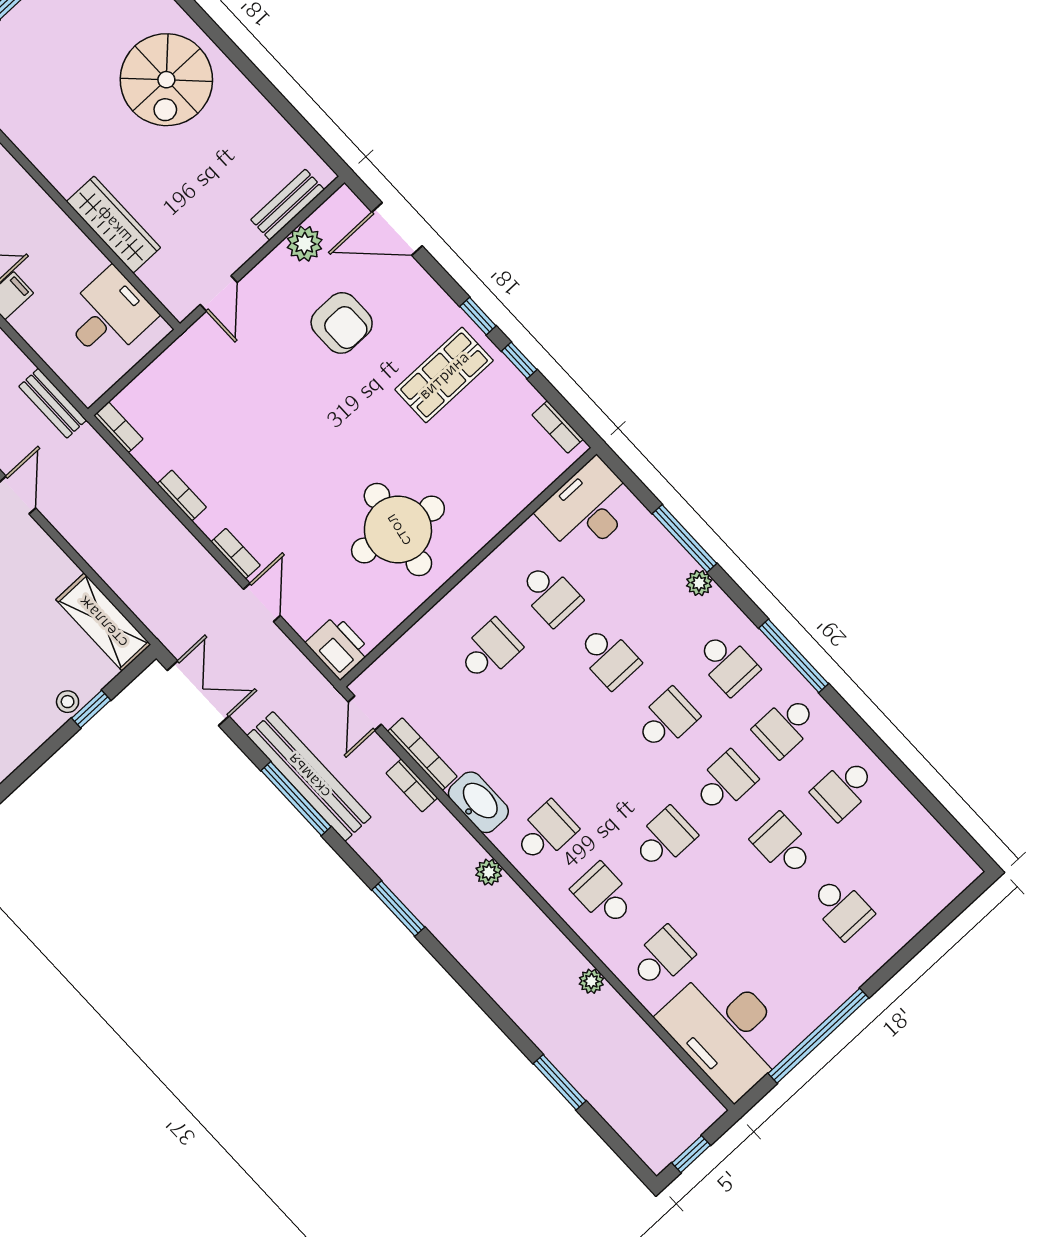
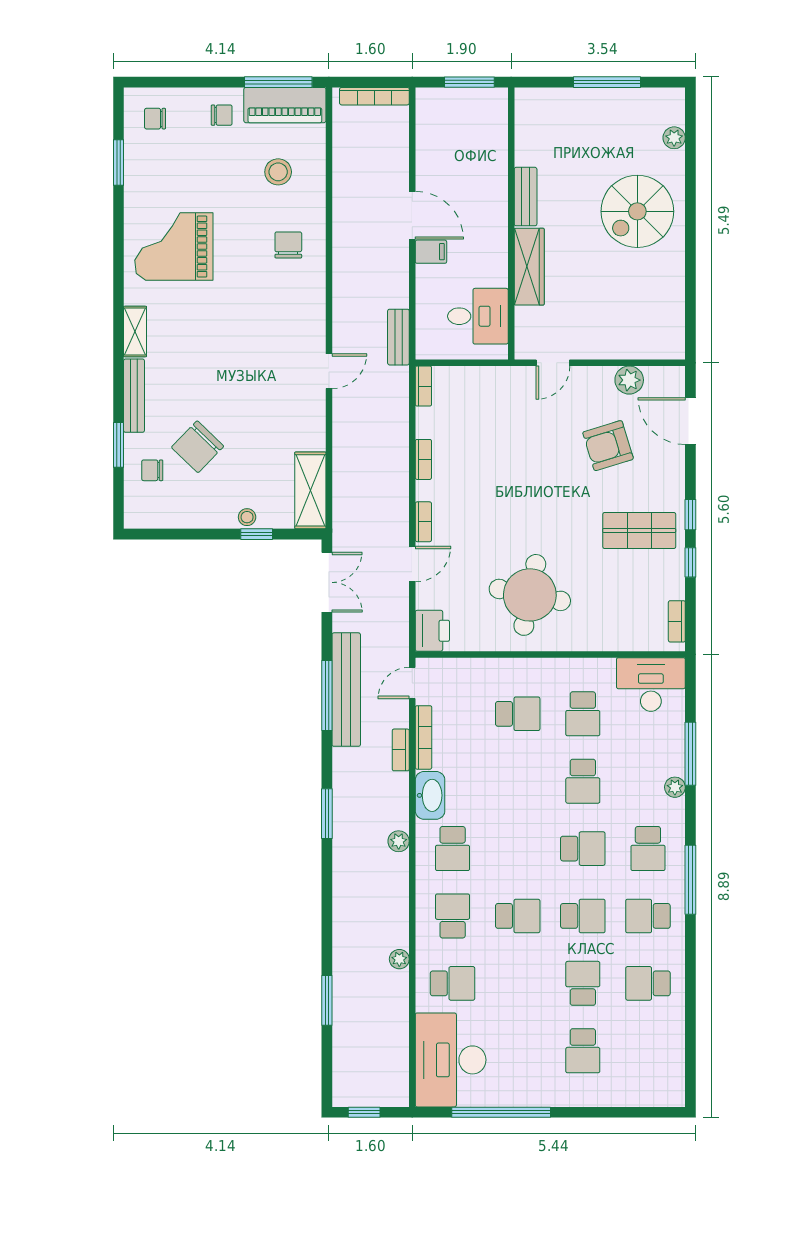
bench: (288, 205) -> (526, 197), moved, turned 90
armchair: (342, 323) -> (608, 446), turned 73
school desk: (545, 832) -> (453, 849), turned 90

